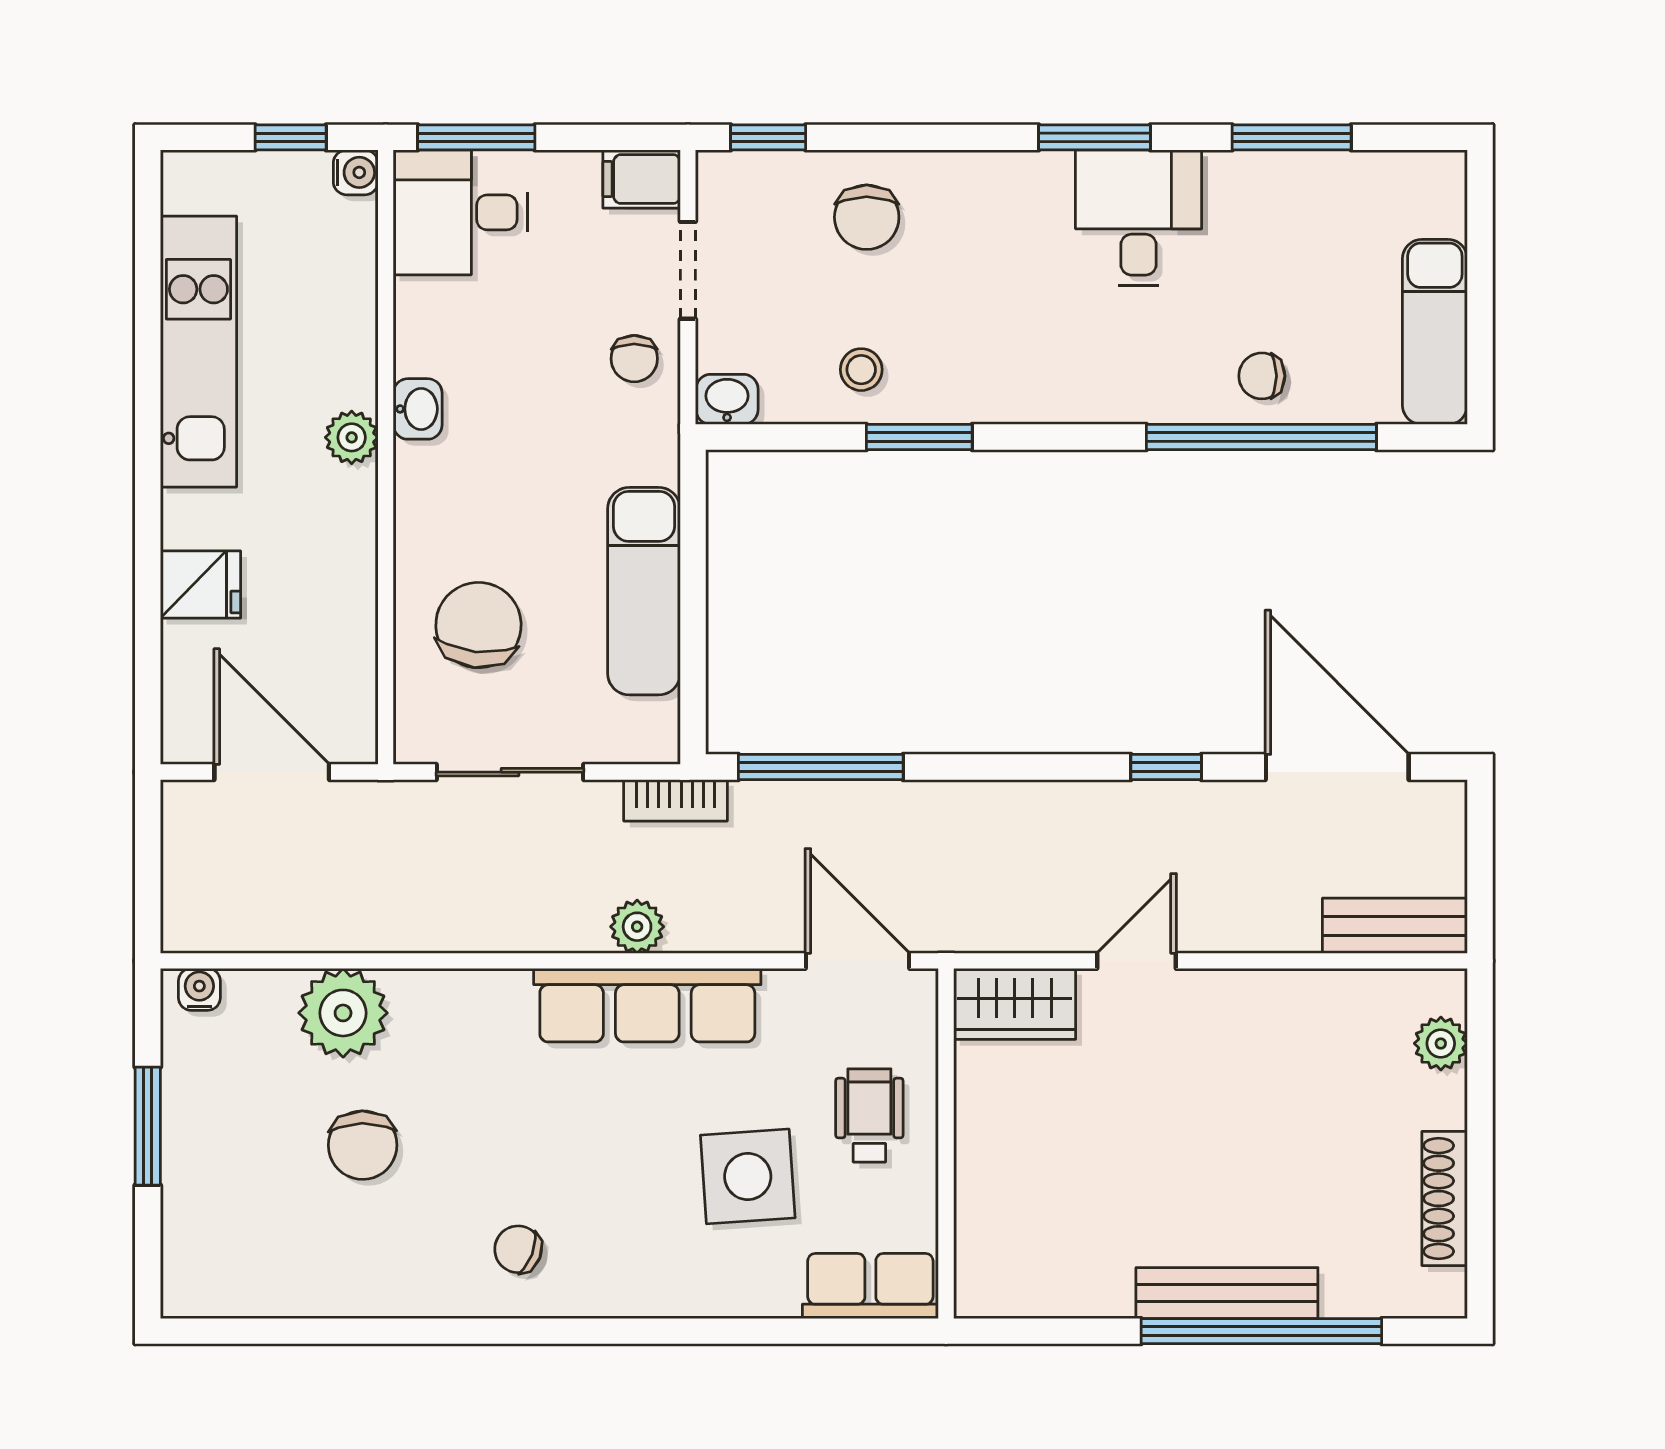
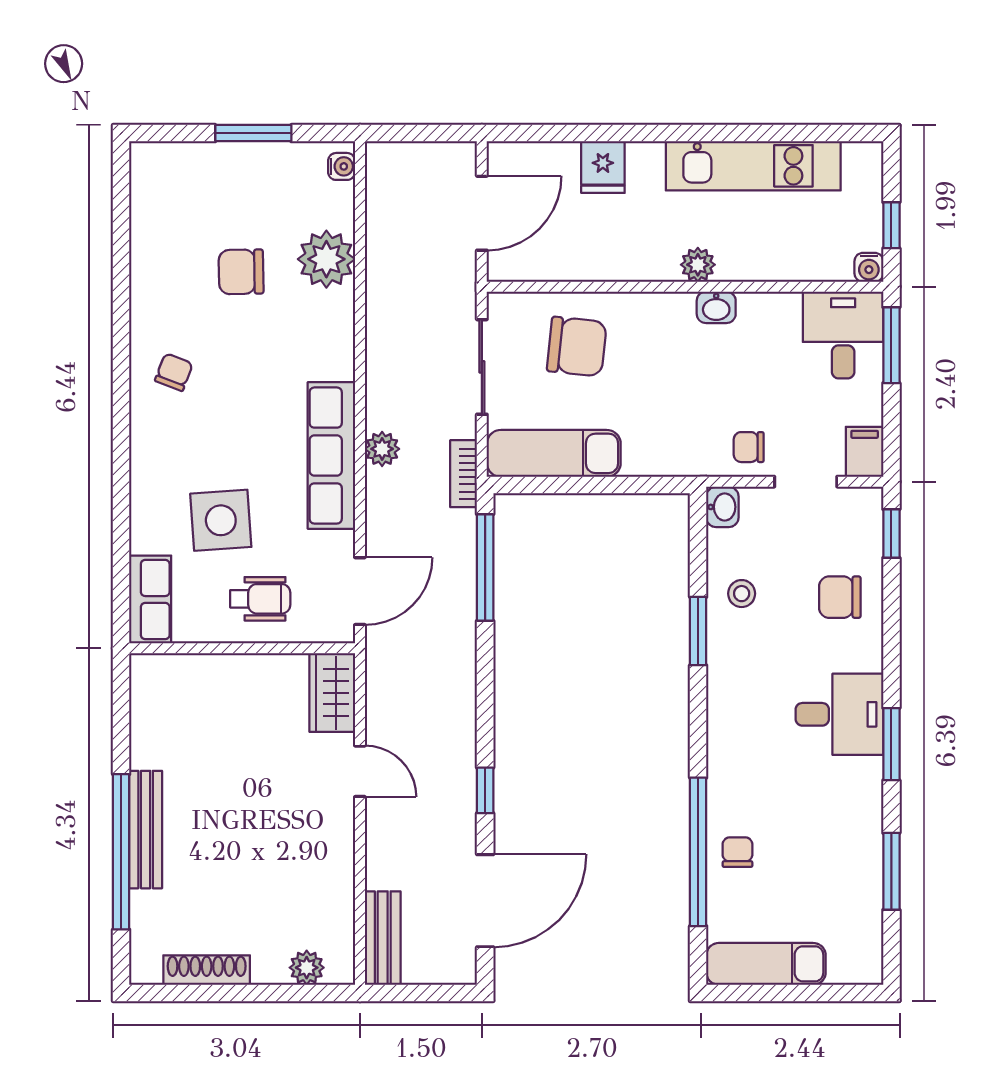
desk: (1139, 218) -> (839, 714), moved
exam couch: (644, 591) -> (554, 453), moved

